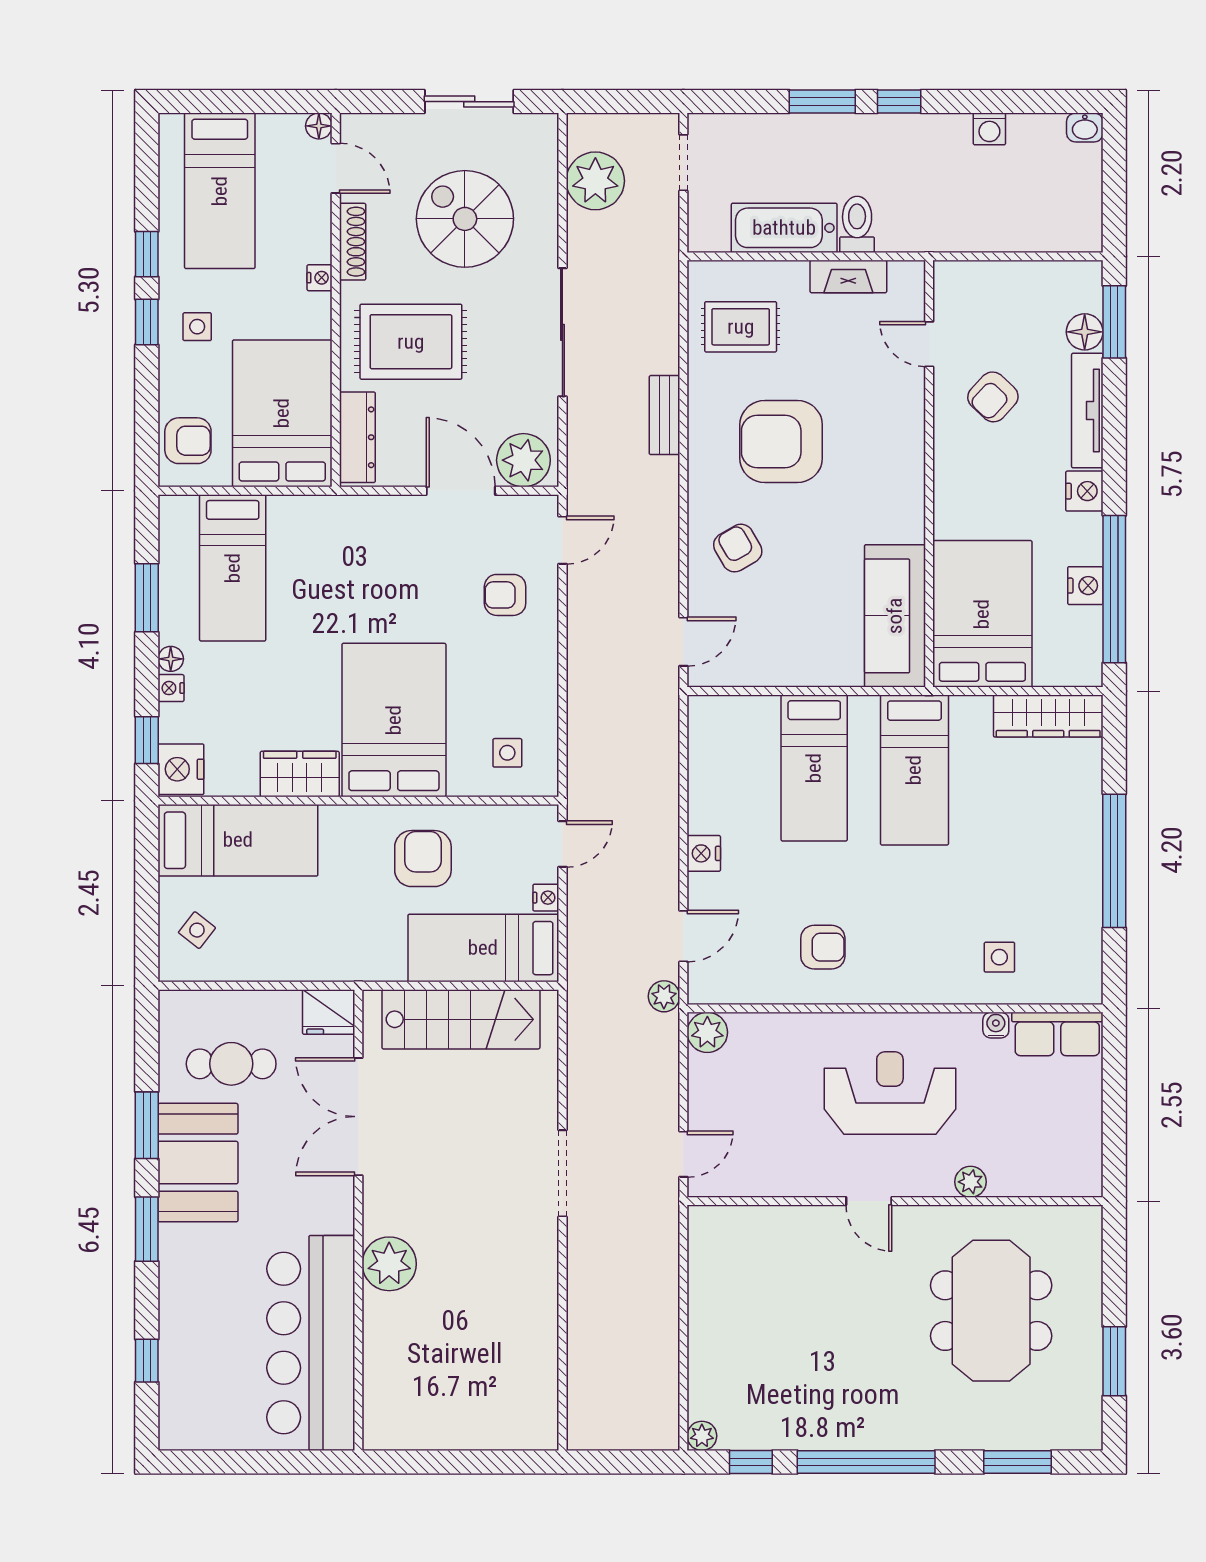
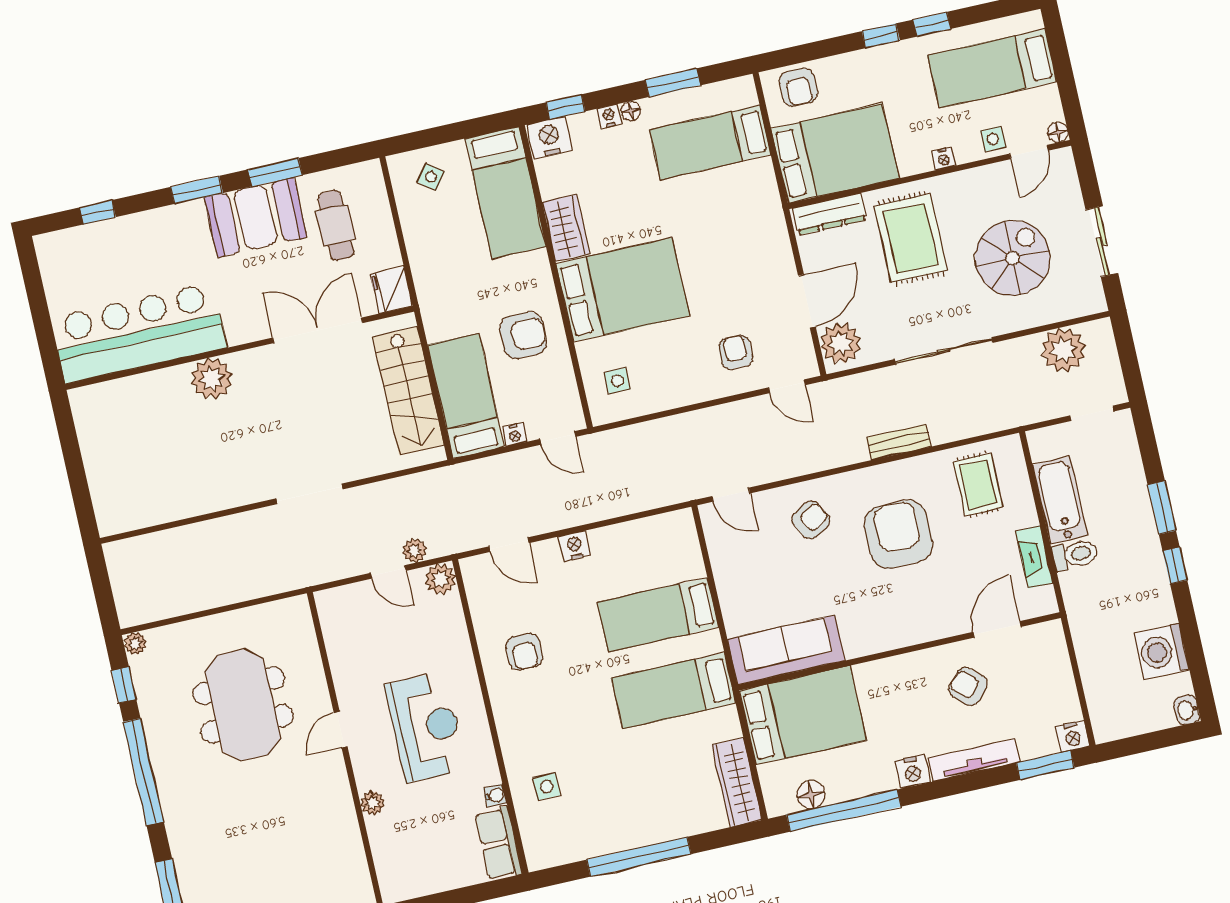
washing machine: (989, 129) -> (1161, 651), width x1.89, depth x1.89
shoe rack: (353, 242) -> (976, 177), removed
side table: (197, 327) -> (993, 139), moved
floor lamp: (1085, 332) -> (811, 795), moved
door: (929, 344) -> (997, 629), width x1.38
nightstand: (1085, 586) -> (1073, 736), moved
plant: (664, 996) -> (415, 551), moved
door: (683, 1154) -> (388, 572), moved
meeting table: (991, 1311) -> (243, 705), moved, turned 90

